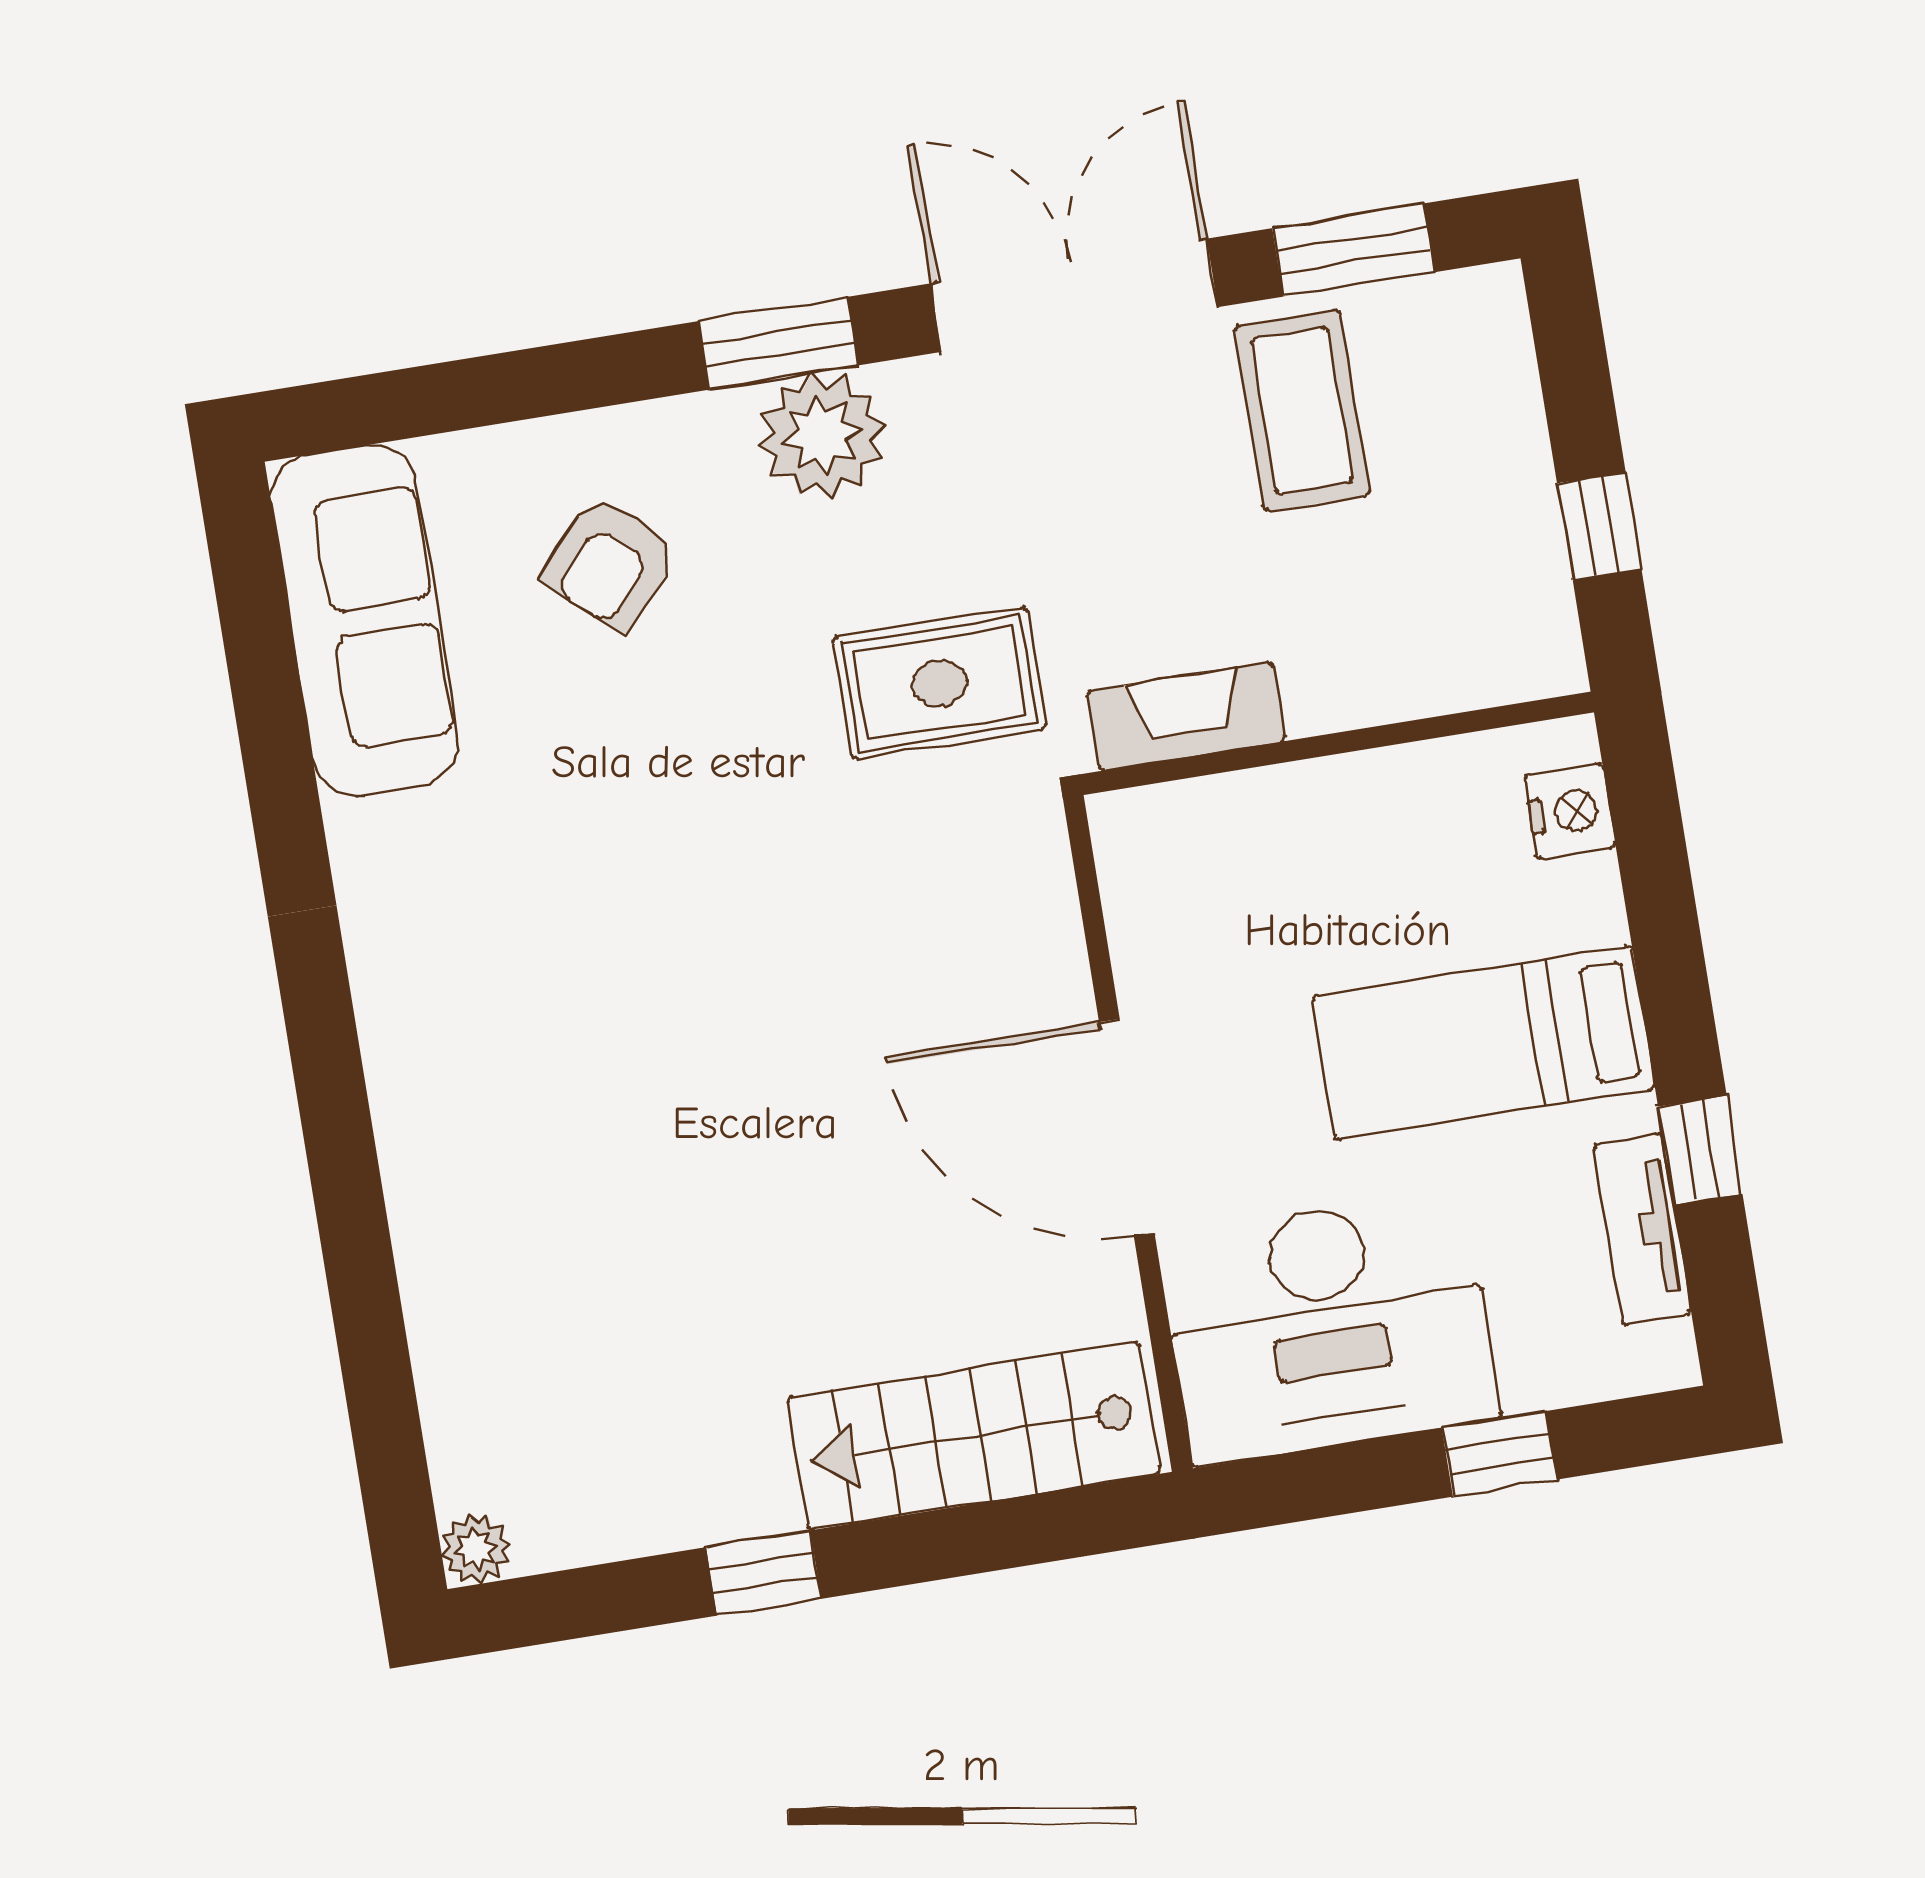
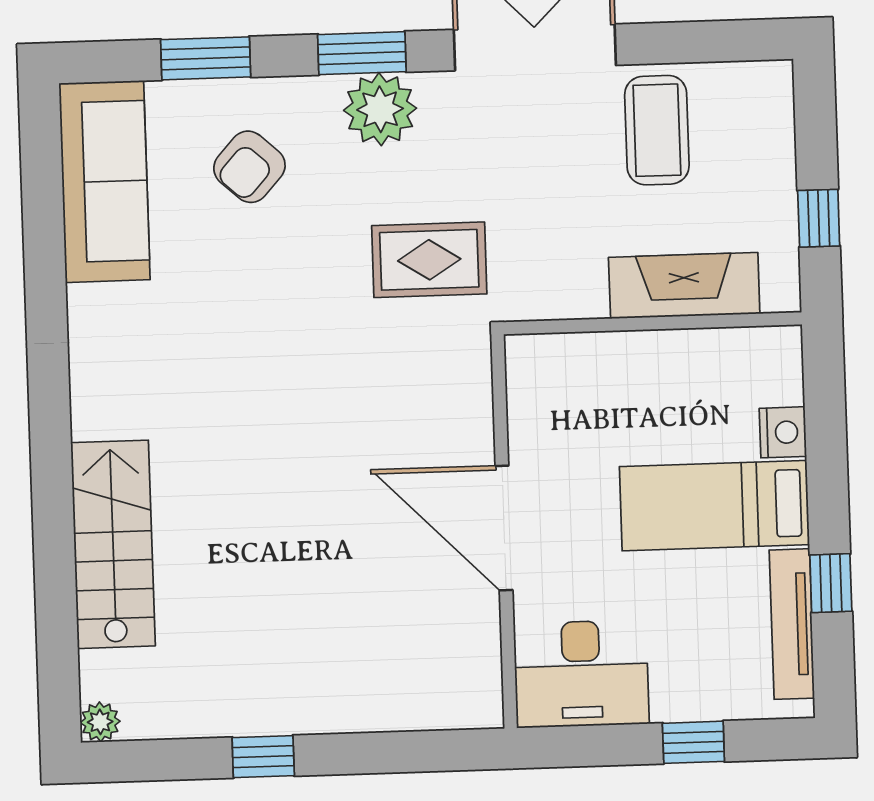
window: (1354, 250) -> (206, 58), moved
fireplace: (1186, 716) -> (684, 286), moved, width x1.37, depth x1.32
nightstand: (1570, 812) -> (783, 432), moved
tv unit: (1642, 1229) -> (792, 624), width x1.41
desk: (1329, 1327) -> (581, 674), width x0.73, depth x0.77
stairs: (974, 1436) -> (113, 544), moved, turned 90

